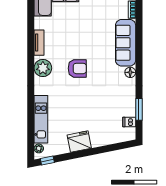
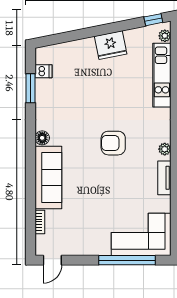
plant: (43, 68) -> (165, 149), width x0.53, depth x0.53

